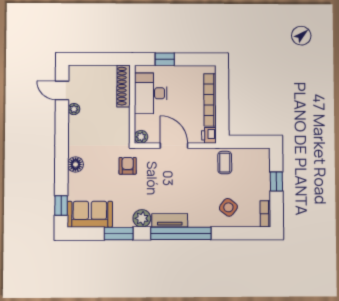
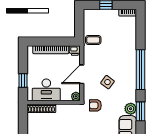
side table: (228, 207) -> (107, 82), moved
plant: (142, 218) -> (131, 109), moved
tv unit: (170, 220) -> (132, 77), removed

